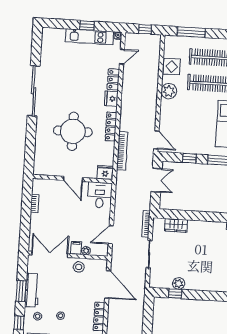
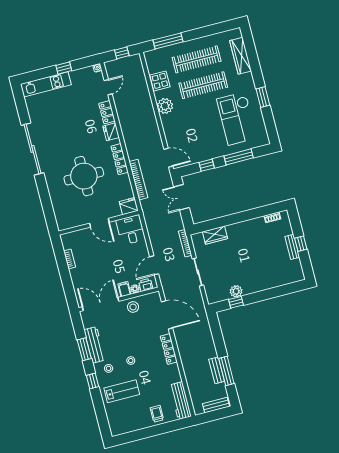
kitchen unit: (89, 37) -> (46, 84), moved
double door: (157, 180) -> (181, 197), swing flipped
printer: (97, 250) -> (146, 285), added

